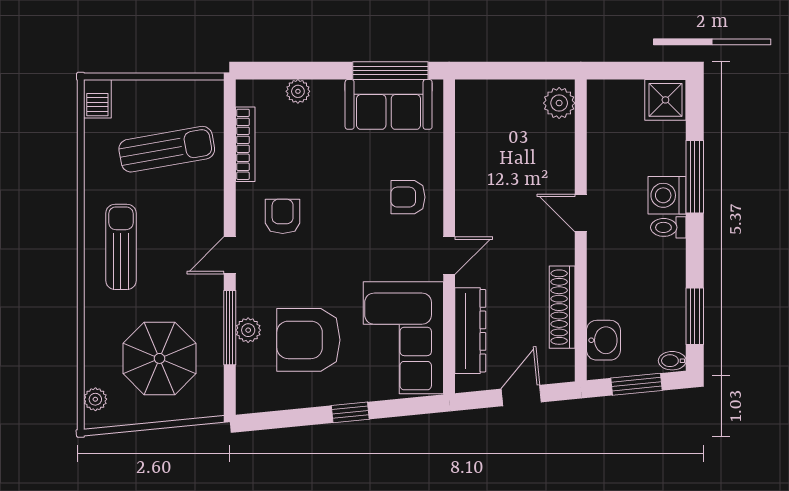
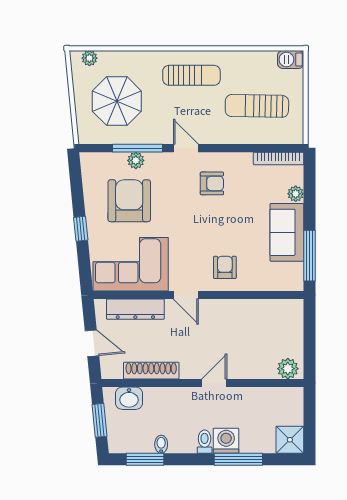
sofa: (389, 104) -> (287, 232), moved
bookcase: (245, 144) -> (279, 158), moved
sun lounger: (167, 149) -> (257, 106), turned 101
bidet: (672, 361) -> (161, 444), moved

